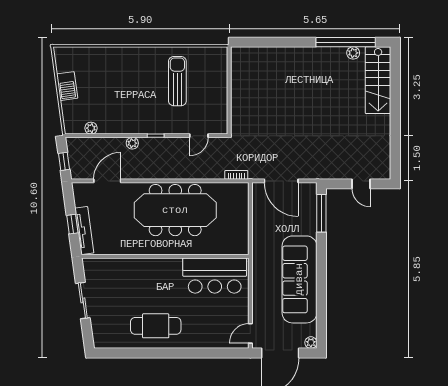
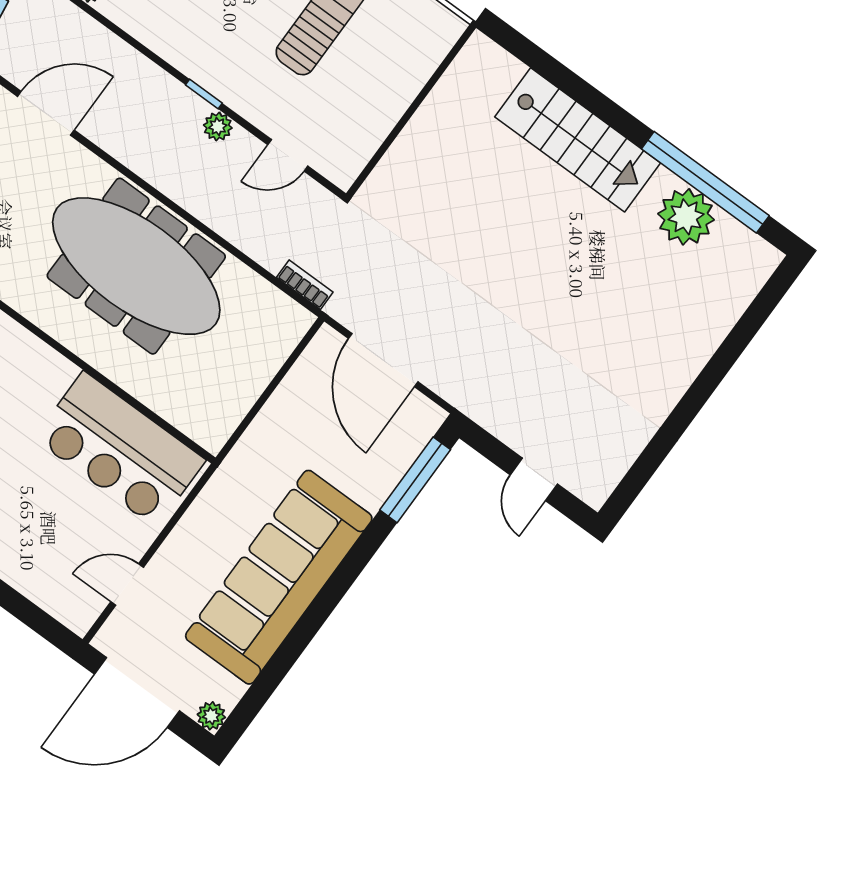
plant: (353, 53) -> (686, 217), width x1.88, depth x1.88
stairs: (378, 80) -> (578, 140), moved, turned -90
plant: (132, 143) -> (218, 127), moved
door: (250, 333) -> (127, 585), moved

